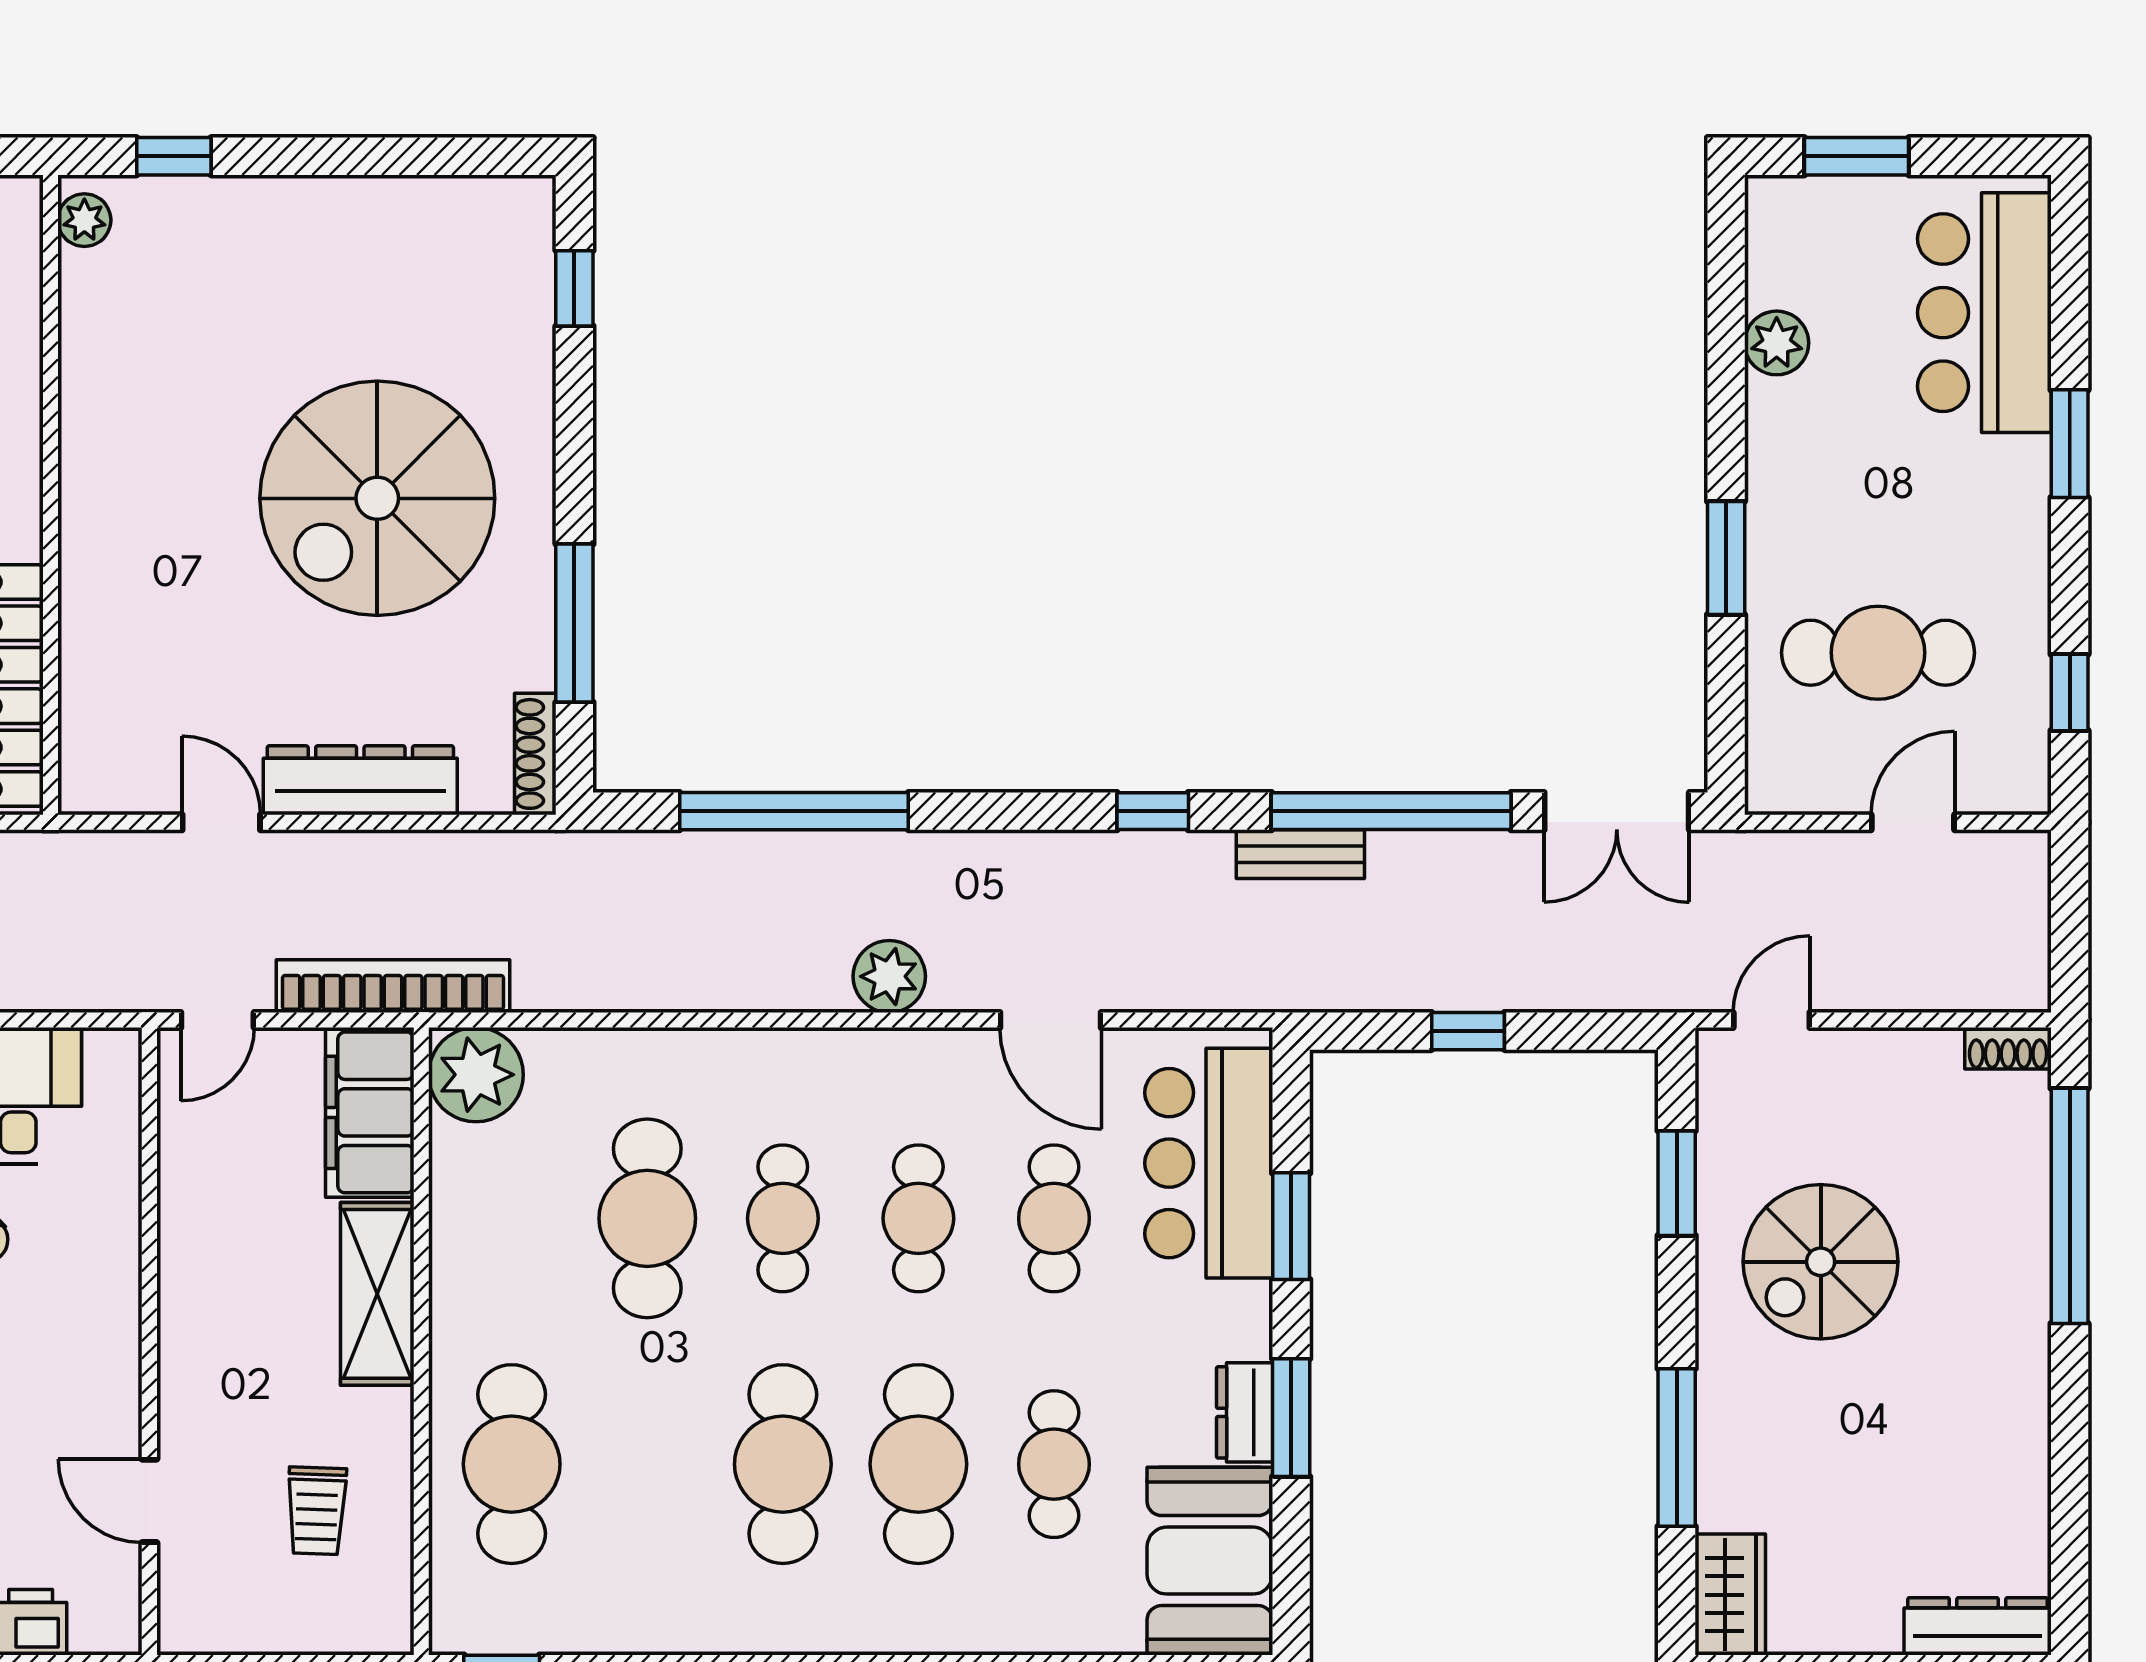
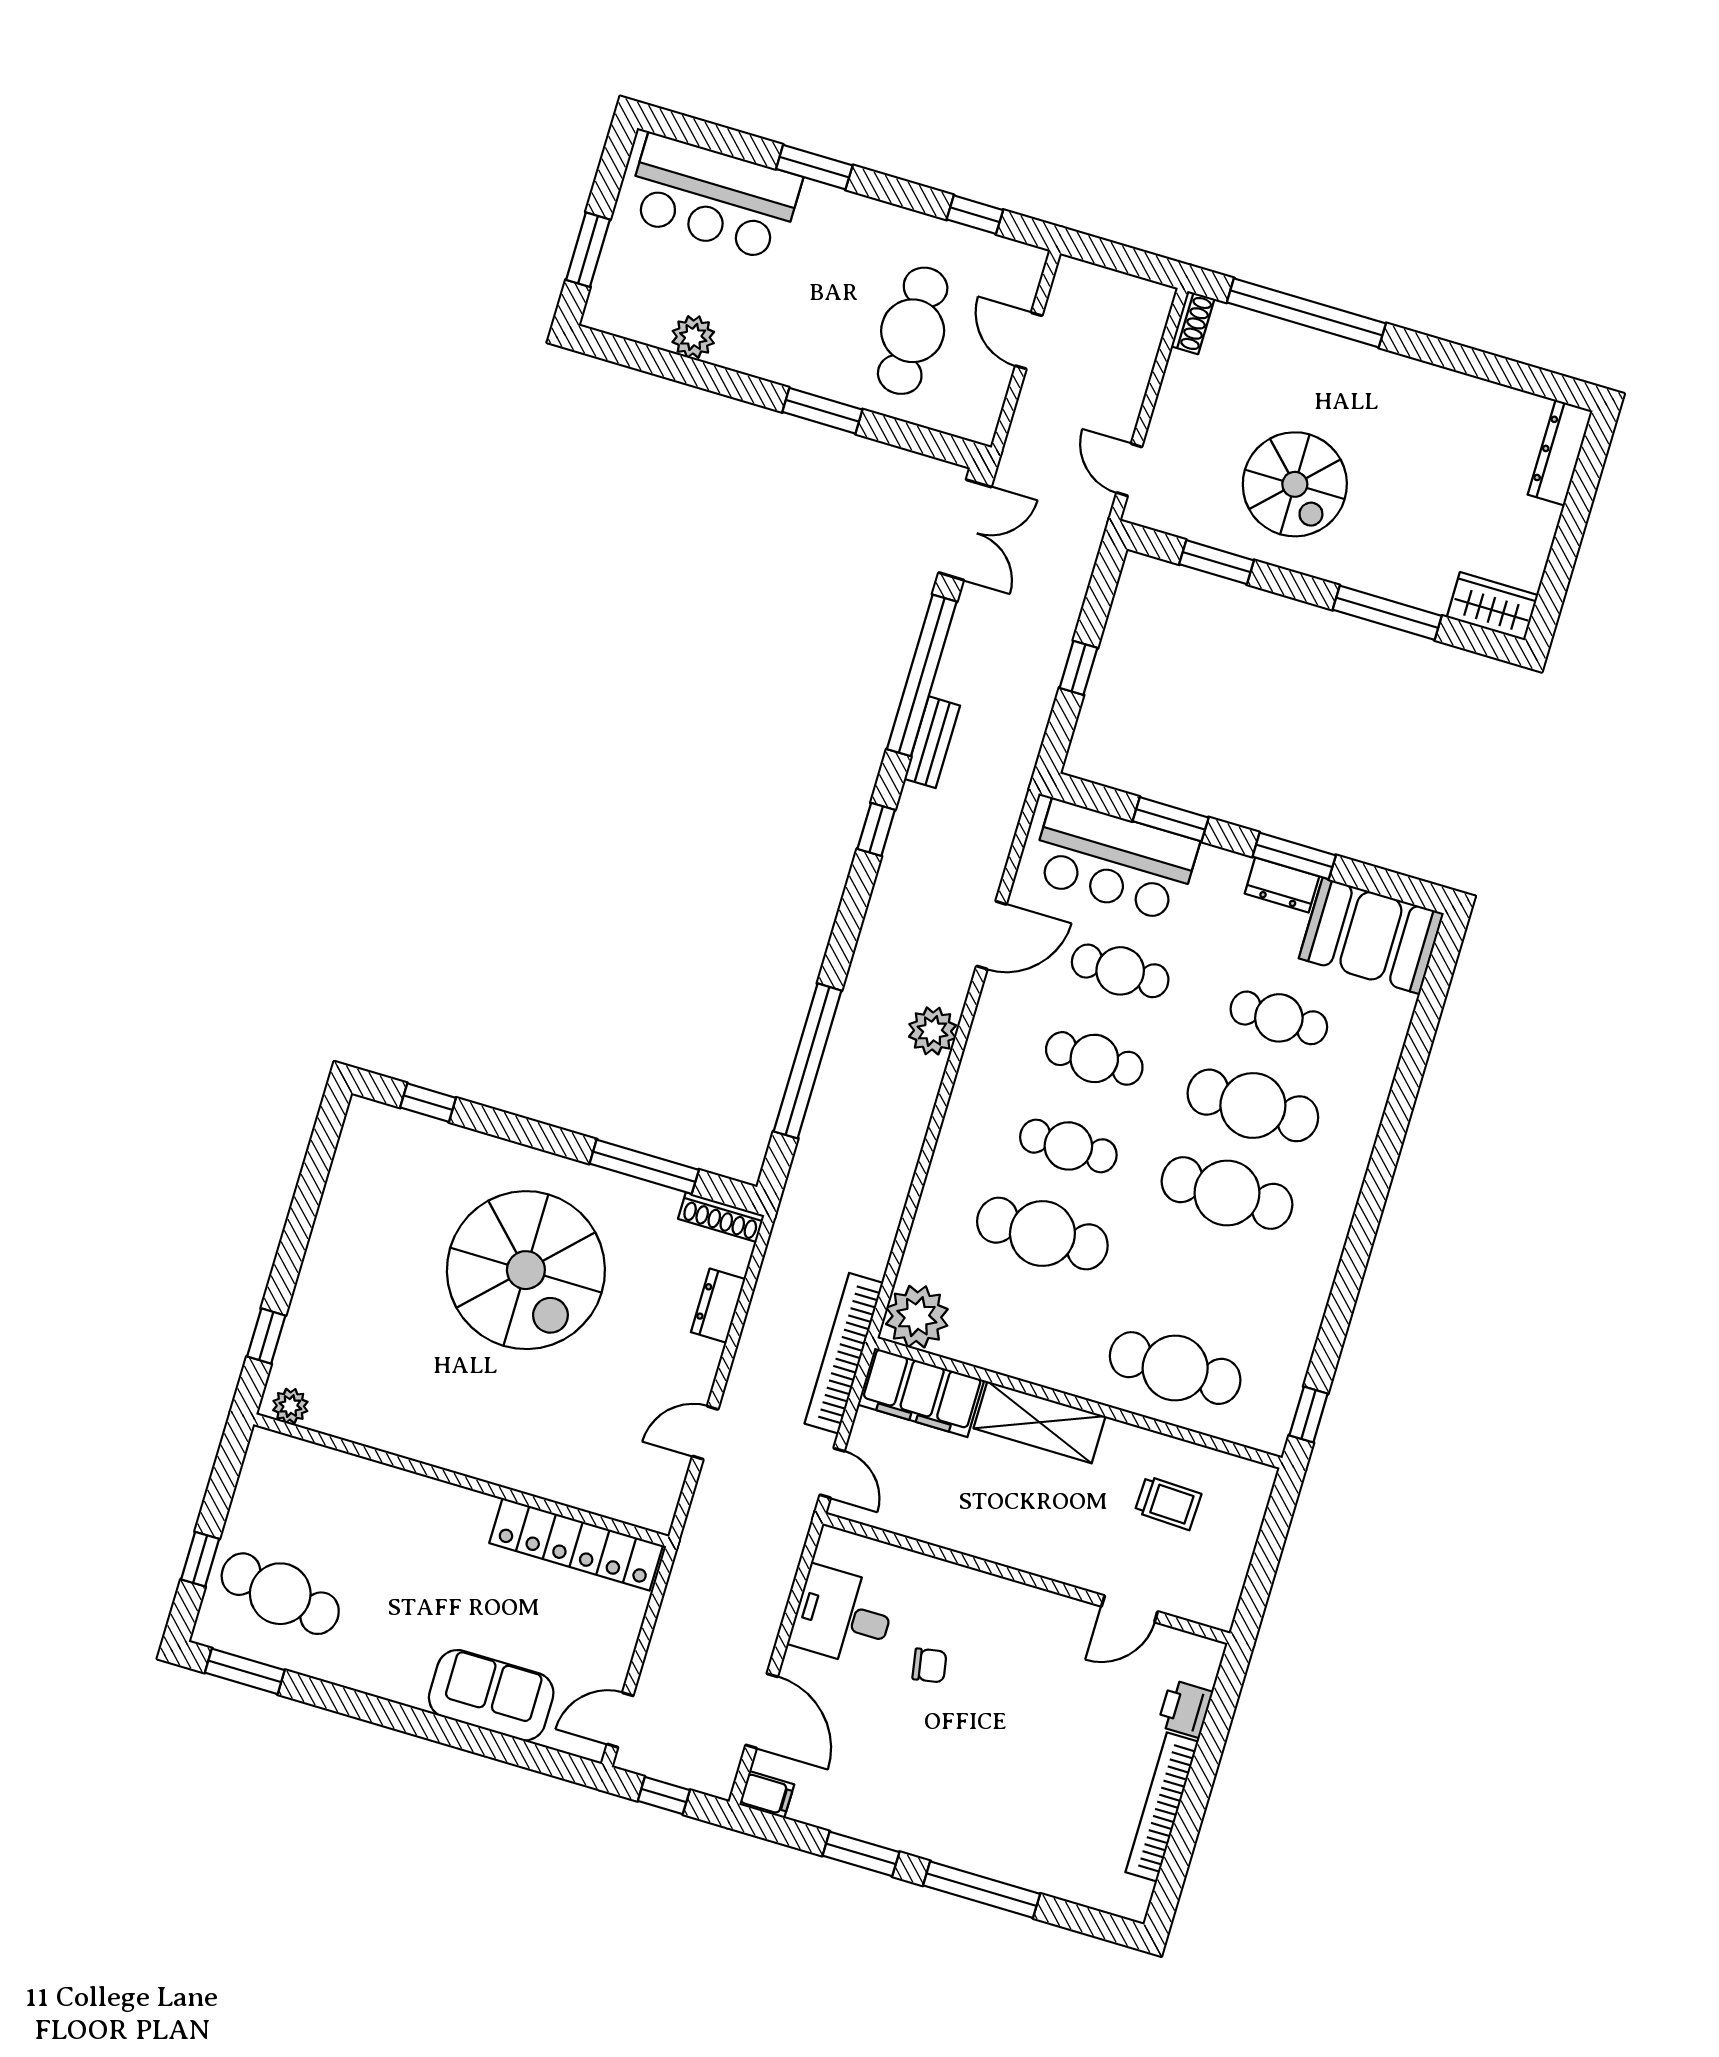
dresser: (360, 780) -> (718, 1306), width x0.51, depth x0.80

